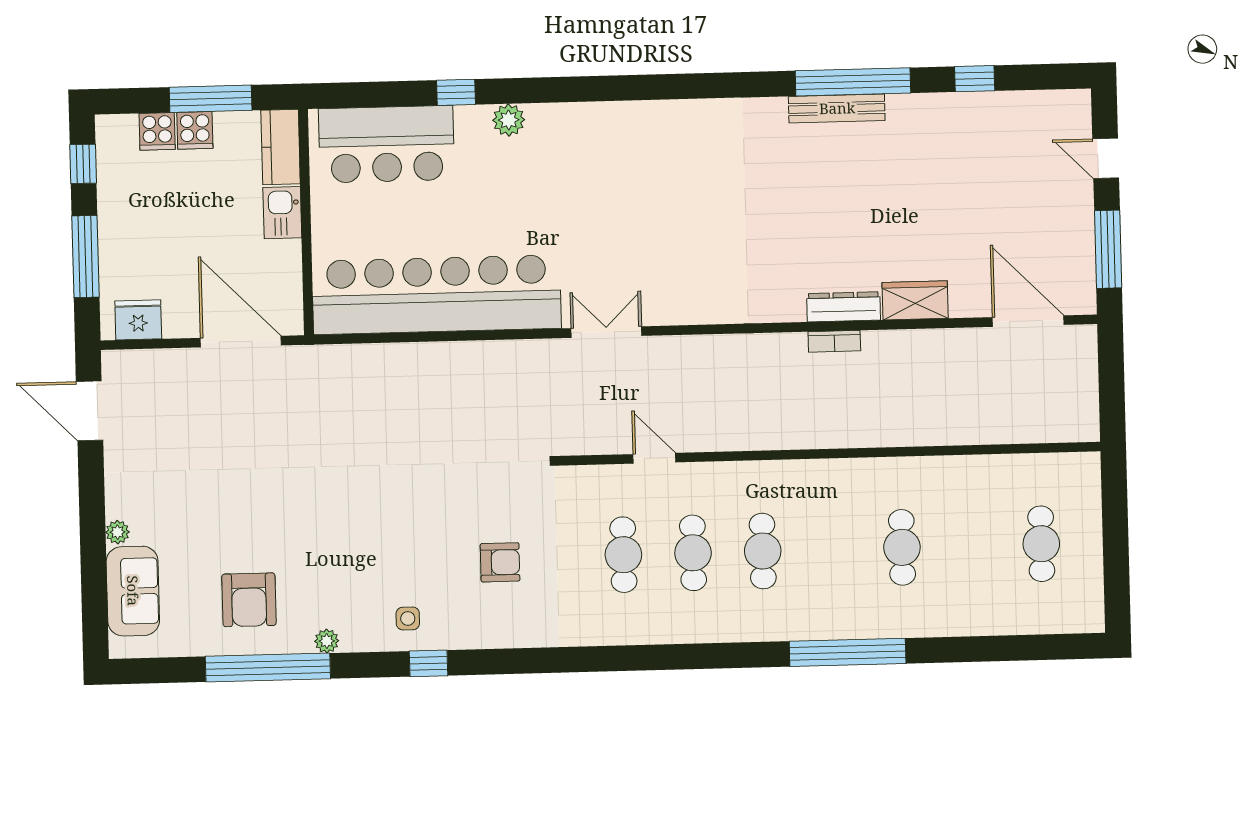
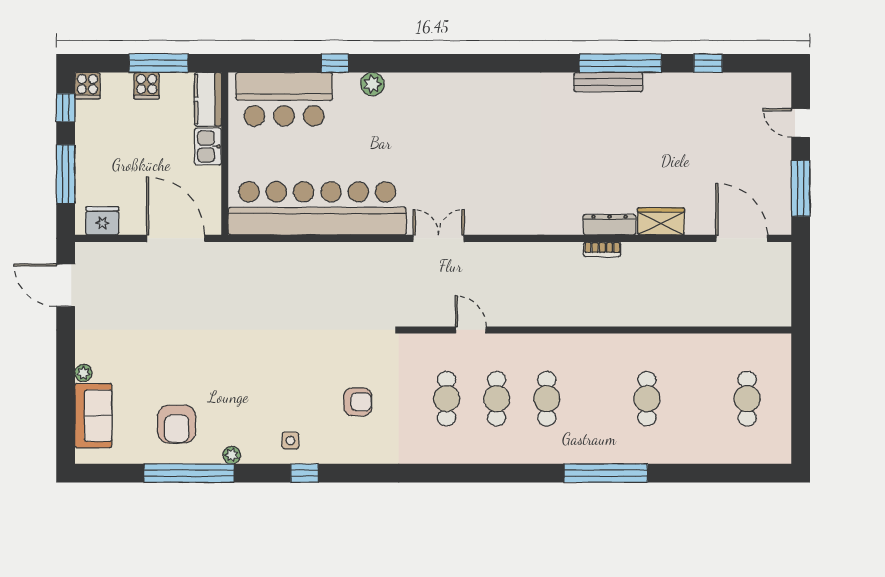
cooker: (157, 131) -> (87, 86), moved

